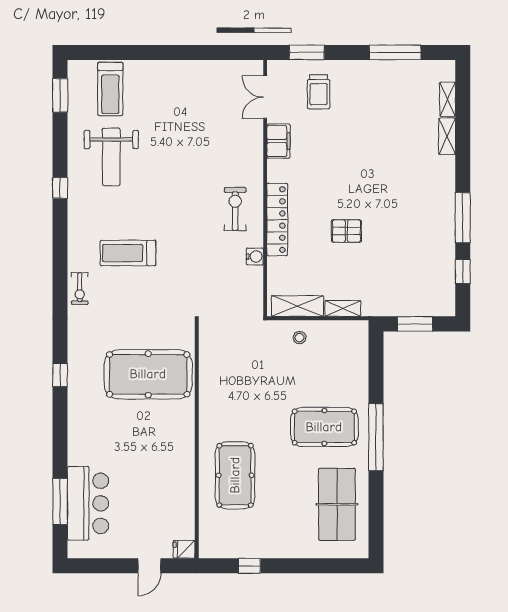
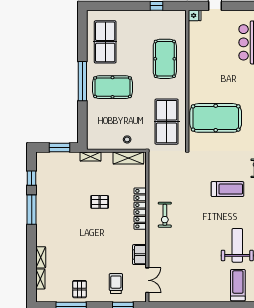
pallet: (381, 82) -> (80, 289), added
water cooler: (255, 256) -> (153, 187), removed
shelving: (343, 308) -> (91, 157), moved
table tennis table: (232, 368) -> (167, 122), added

